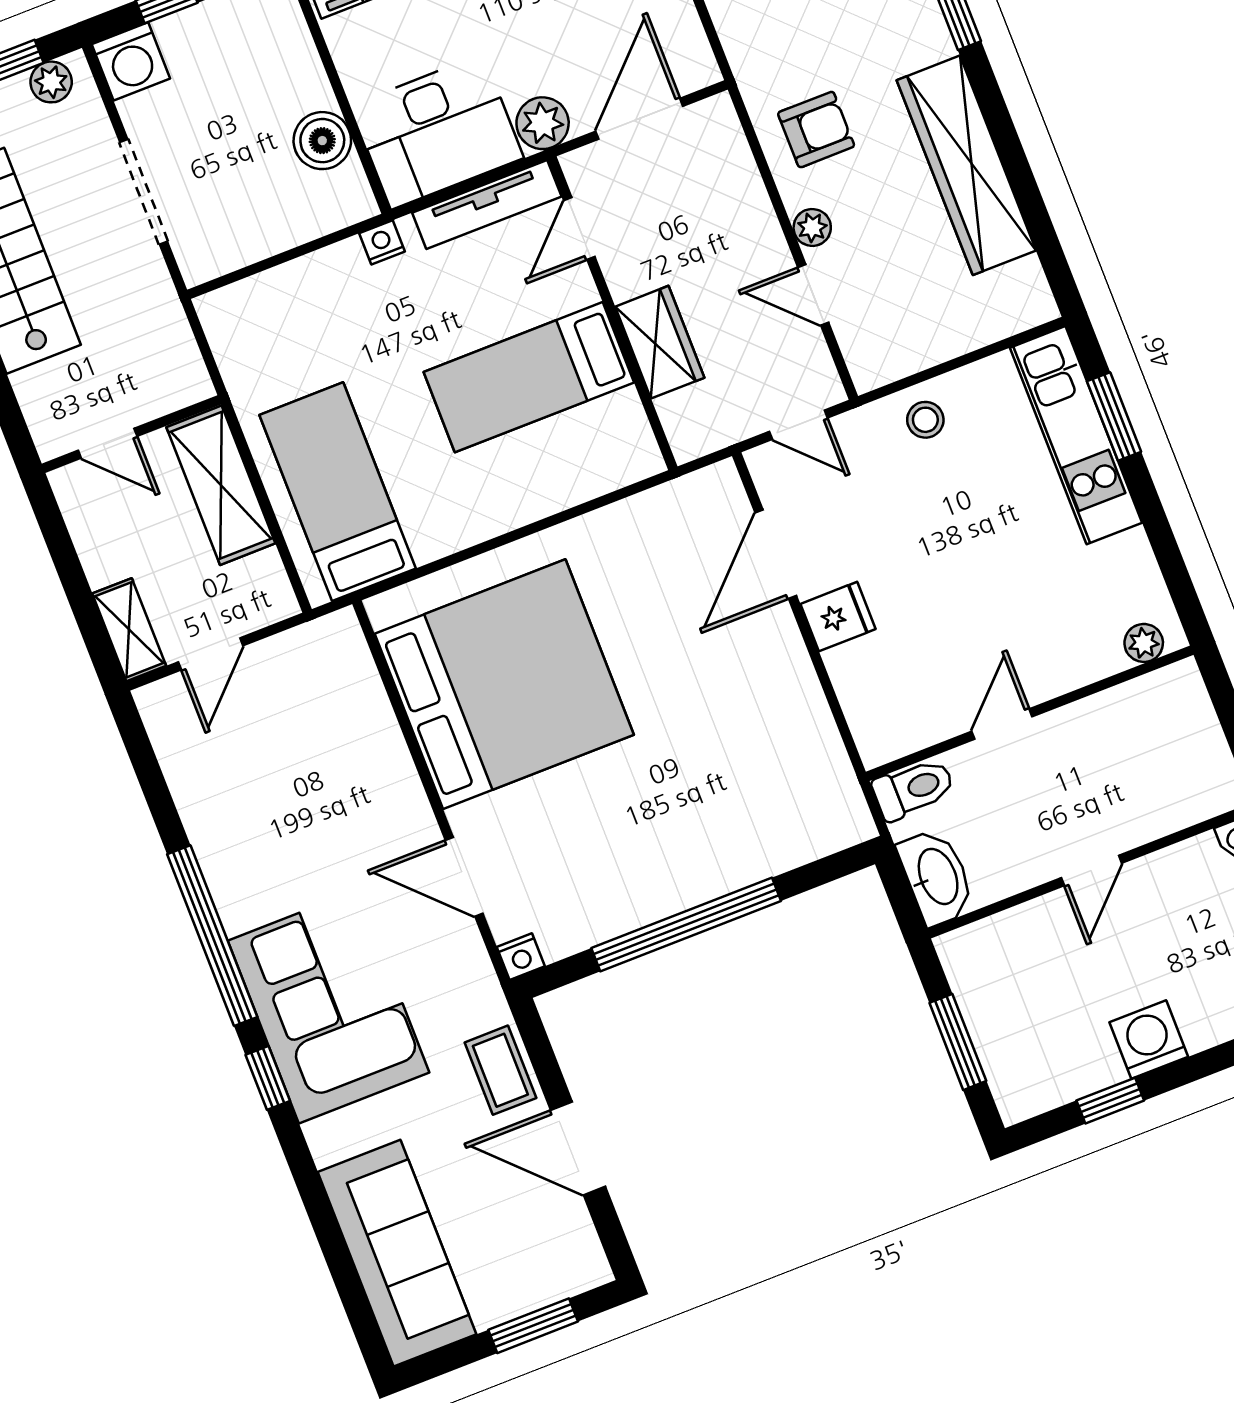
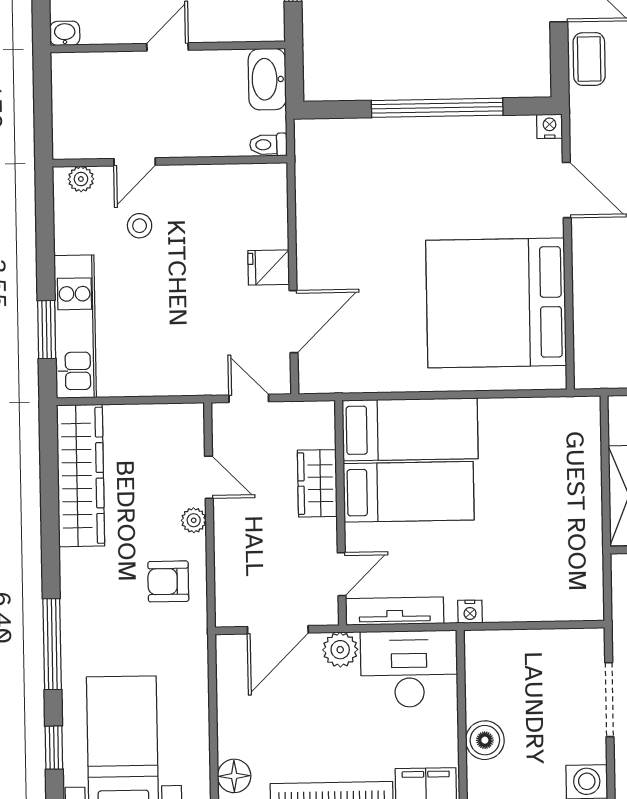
boiler: (322, 141) -> (485, 740), moved
wardrobe: (966, 165) -> (81, 476), moved
stool: (925, 420) -> (140, 226), moved
bed: (338, 492) -> (410, 429), moved, turned -90
door: (1002, 724) -> (135, 162), moved
toilet: (913, 789) -> (268, 145), width x0.73, depth x0.72

